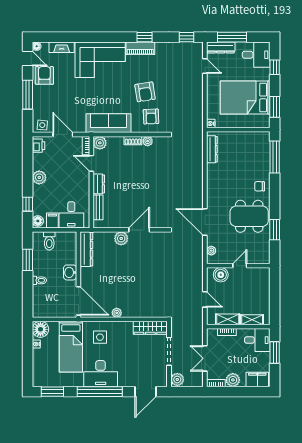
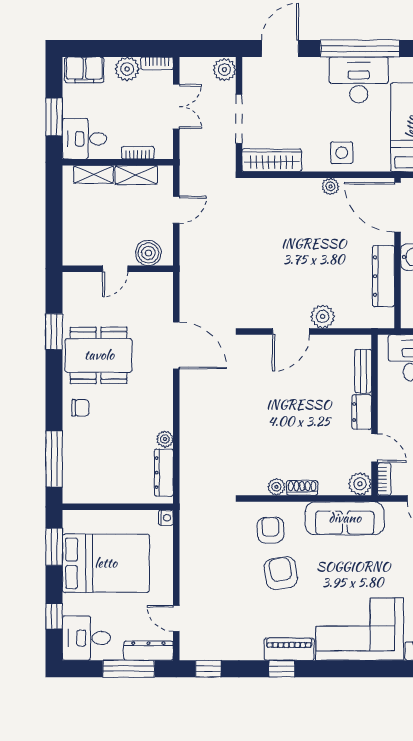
dresser: (86, 249) -> (384, 276), moved
plant: (211, 251) -> (165, 439), moved
door: (205, 299) -> (176, 210), swing flipped
side table: (100, 337) -> (342, 153), moved

